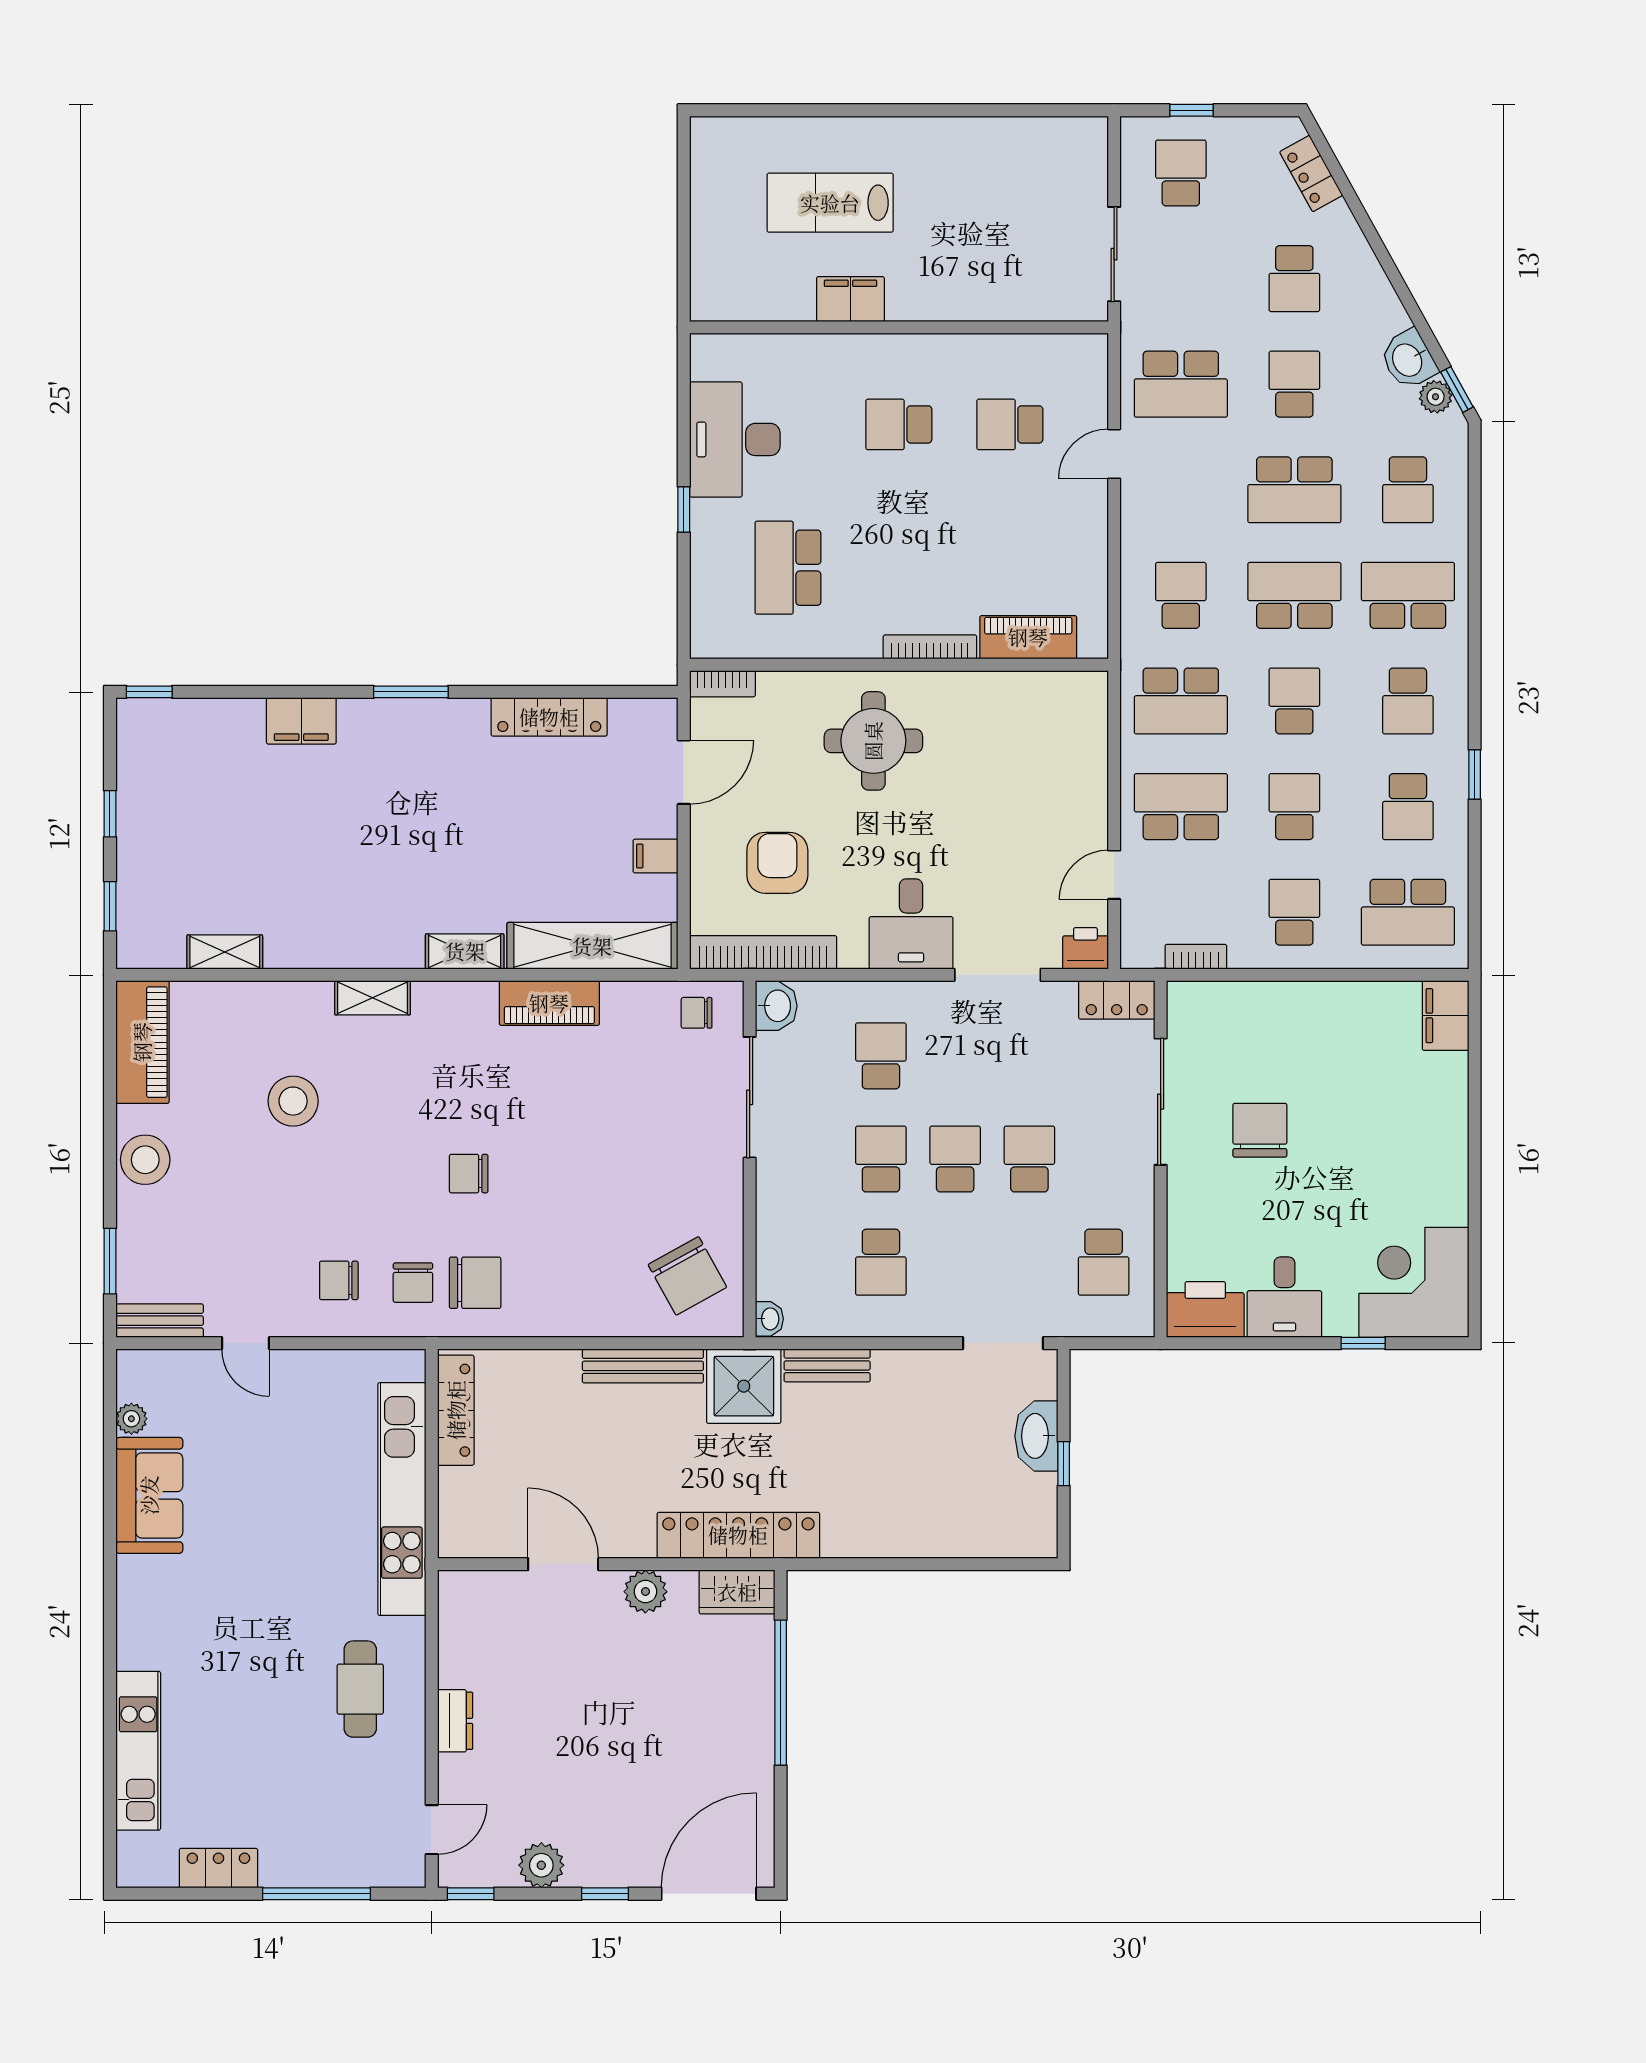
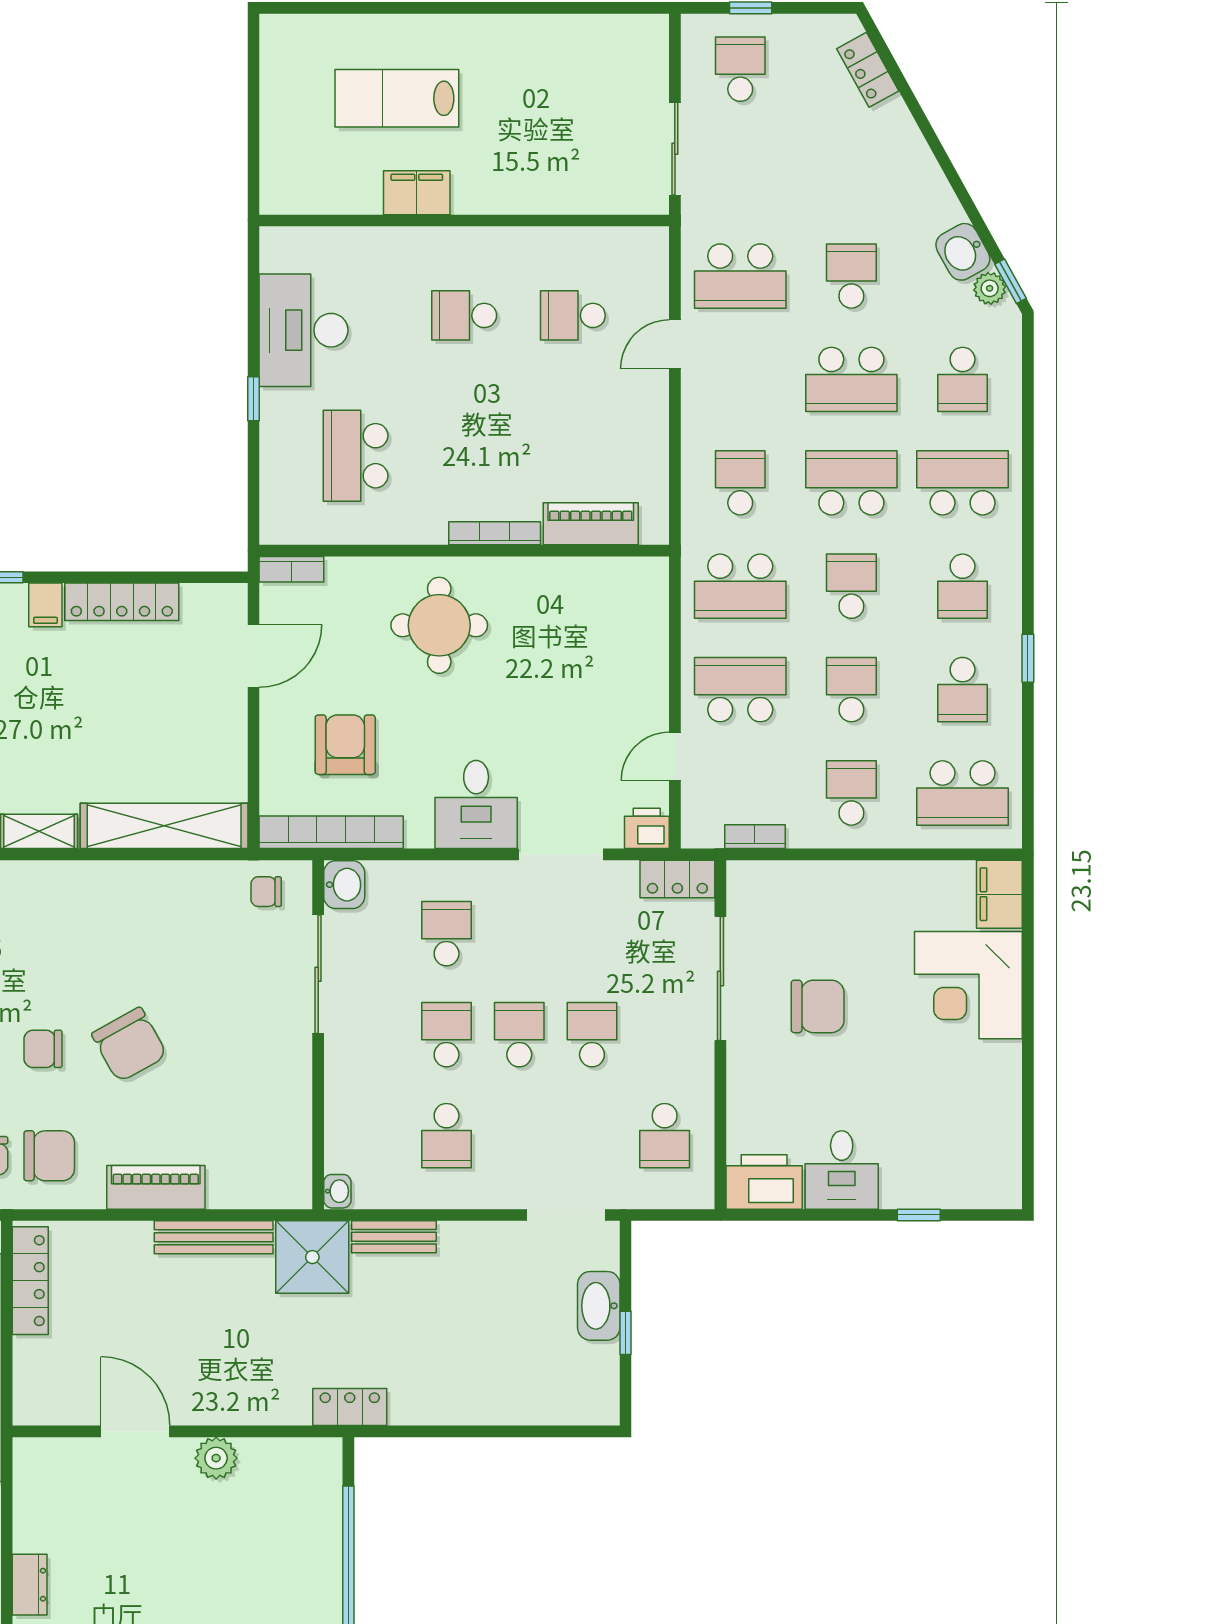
school desk: (1294, 279) -> (851, 173), removed
filing cabinet: (655, 856) -> (45, 605), moved, turned -90
piano: (549, 1003) -> (156, 1187), moved, turned 180
chair: (1260, 1130) -> (818, 1006), turned 90
chair: (687, 1276) -> (129, 1045), moved
corner desk: (1414, 1282) -> (968, 985), moved, turned -90
locker: (738, 1535) -> (350, 1407), width x0.46, depth x0.83
wardrobe: (737, 1592) -> (306, 1458), removed

